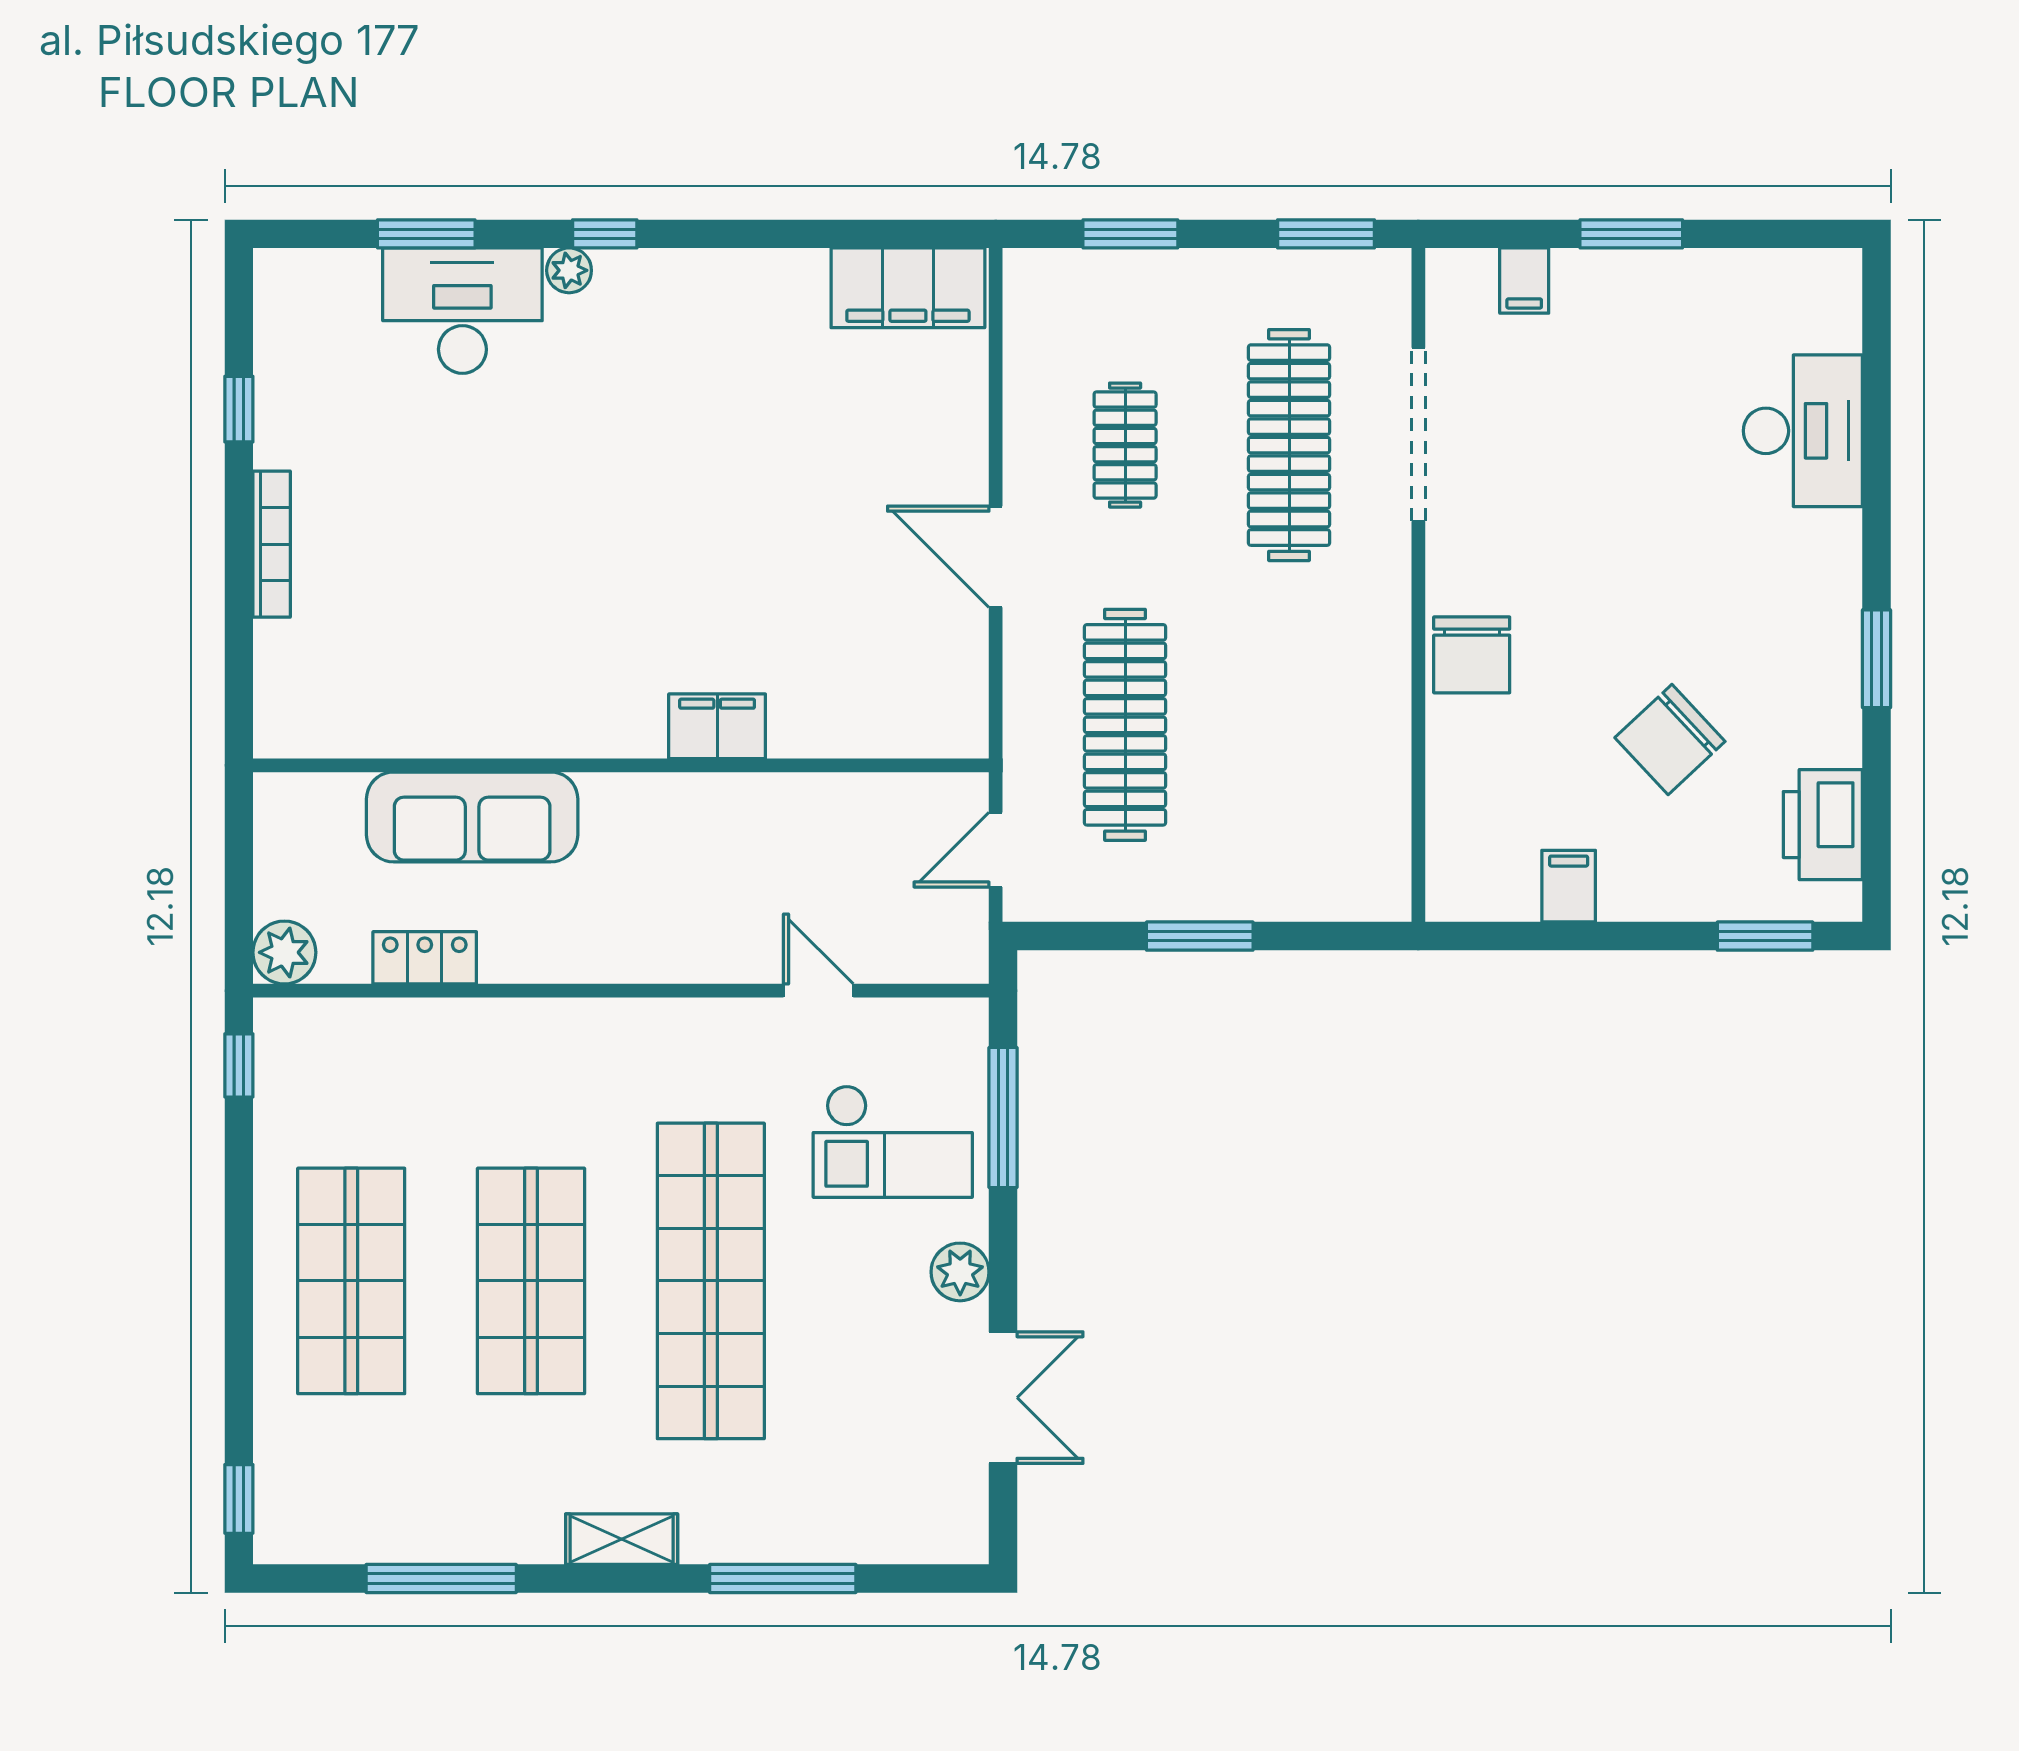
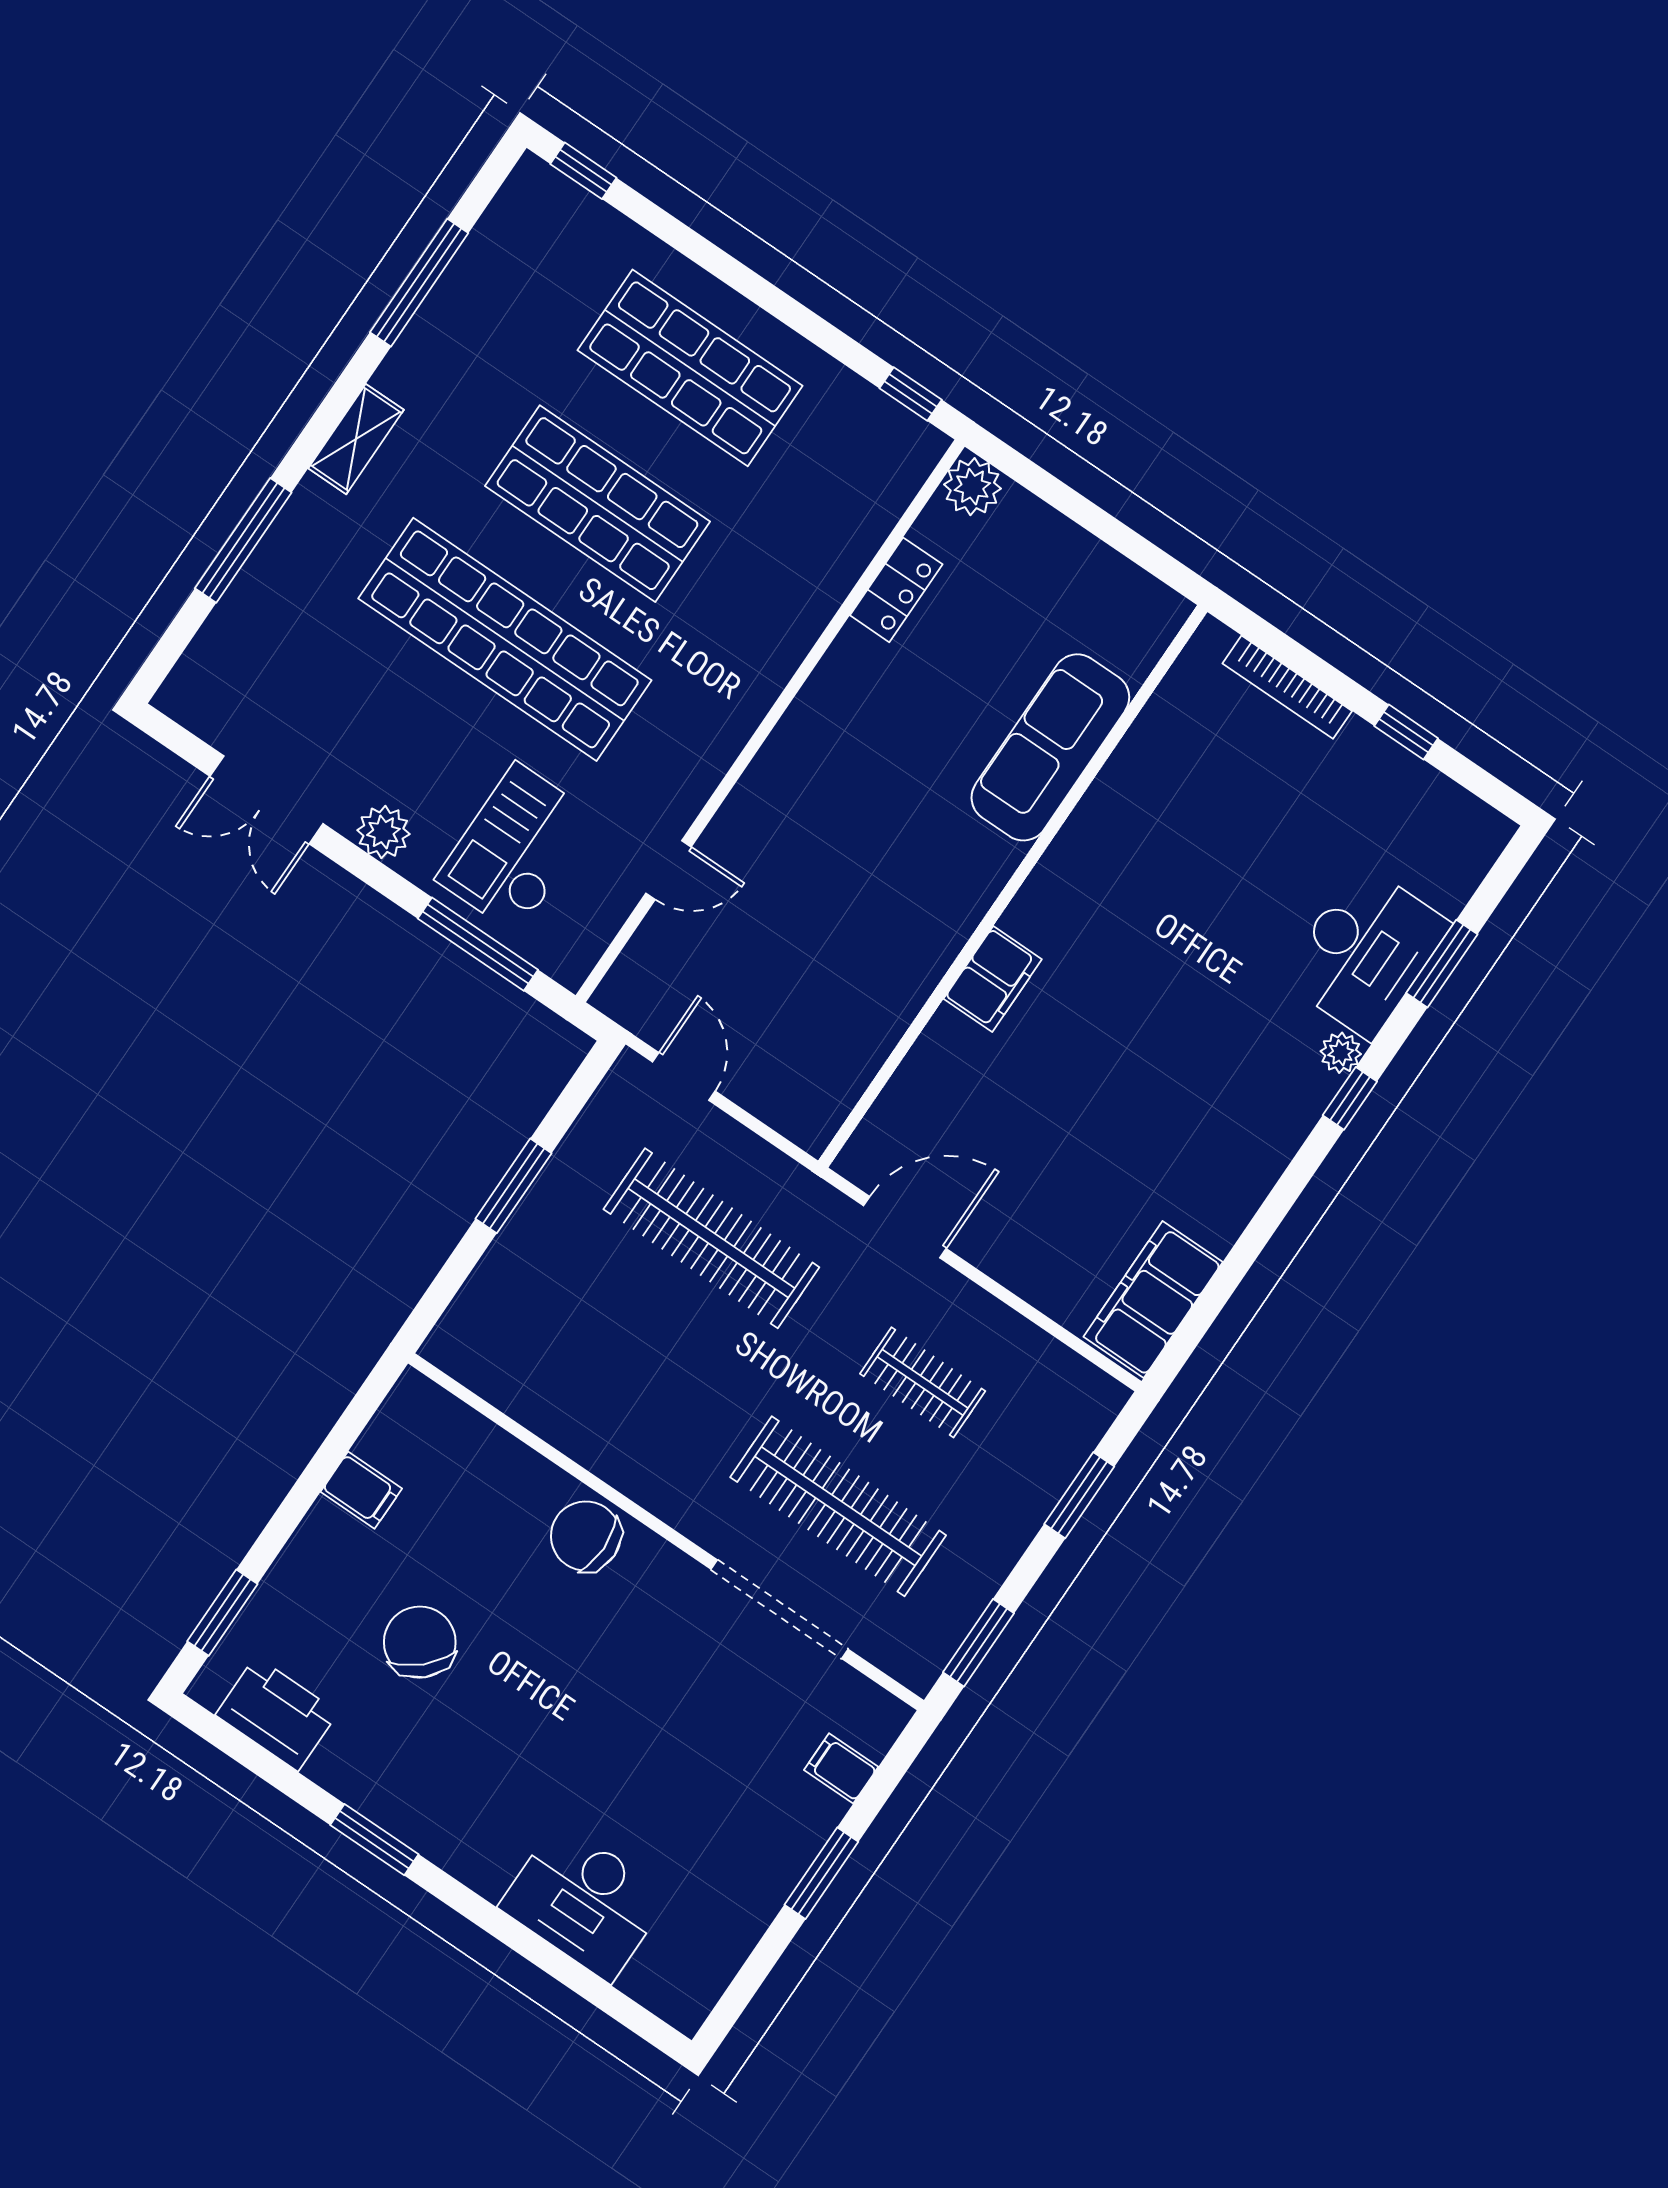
filing cabinet: (717, 726) -> (993, 979), moved
wall: (621, 765) -> (1013, 886), moved
sofa: (472, 817) -> (1050, 747), moved

